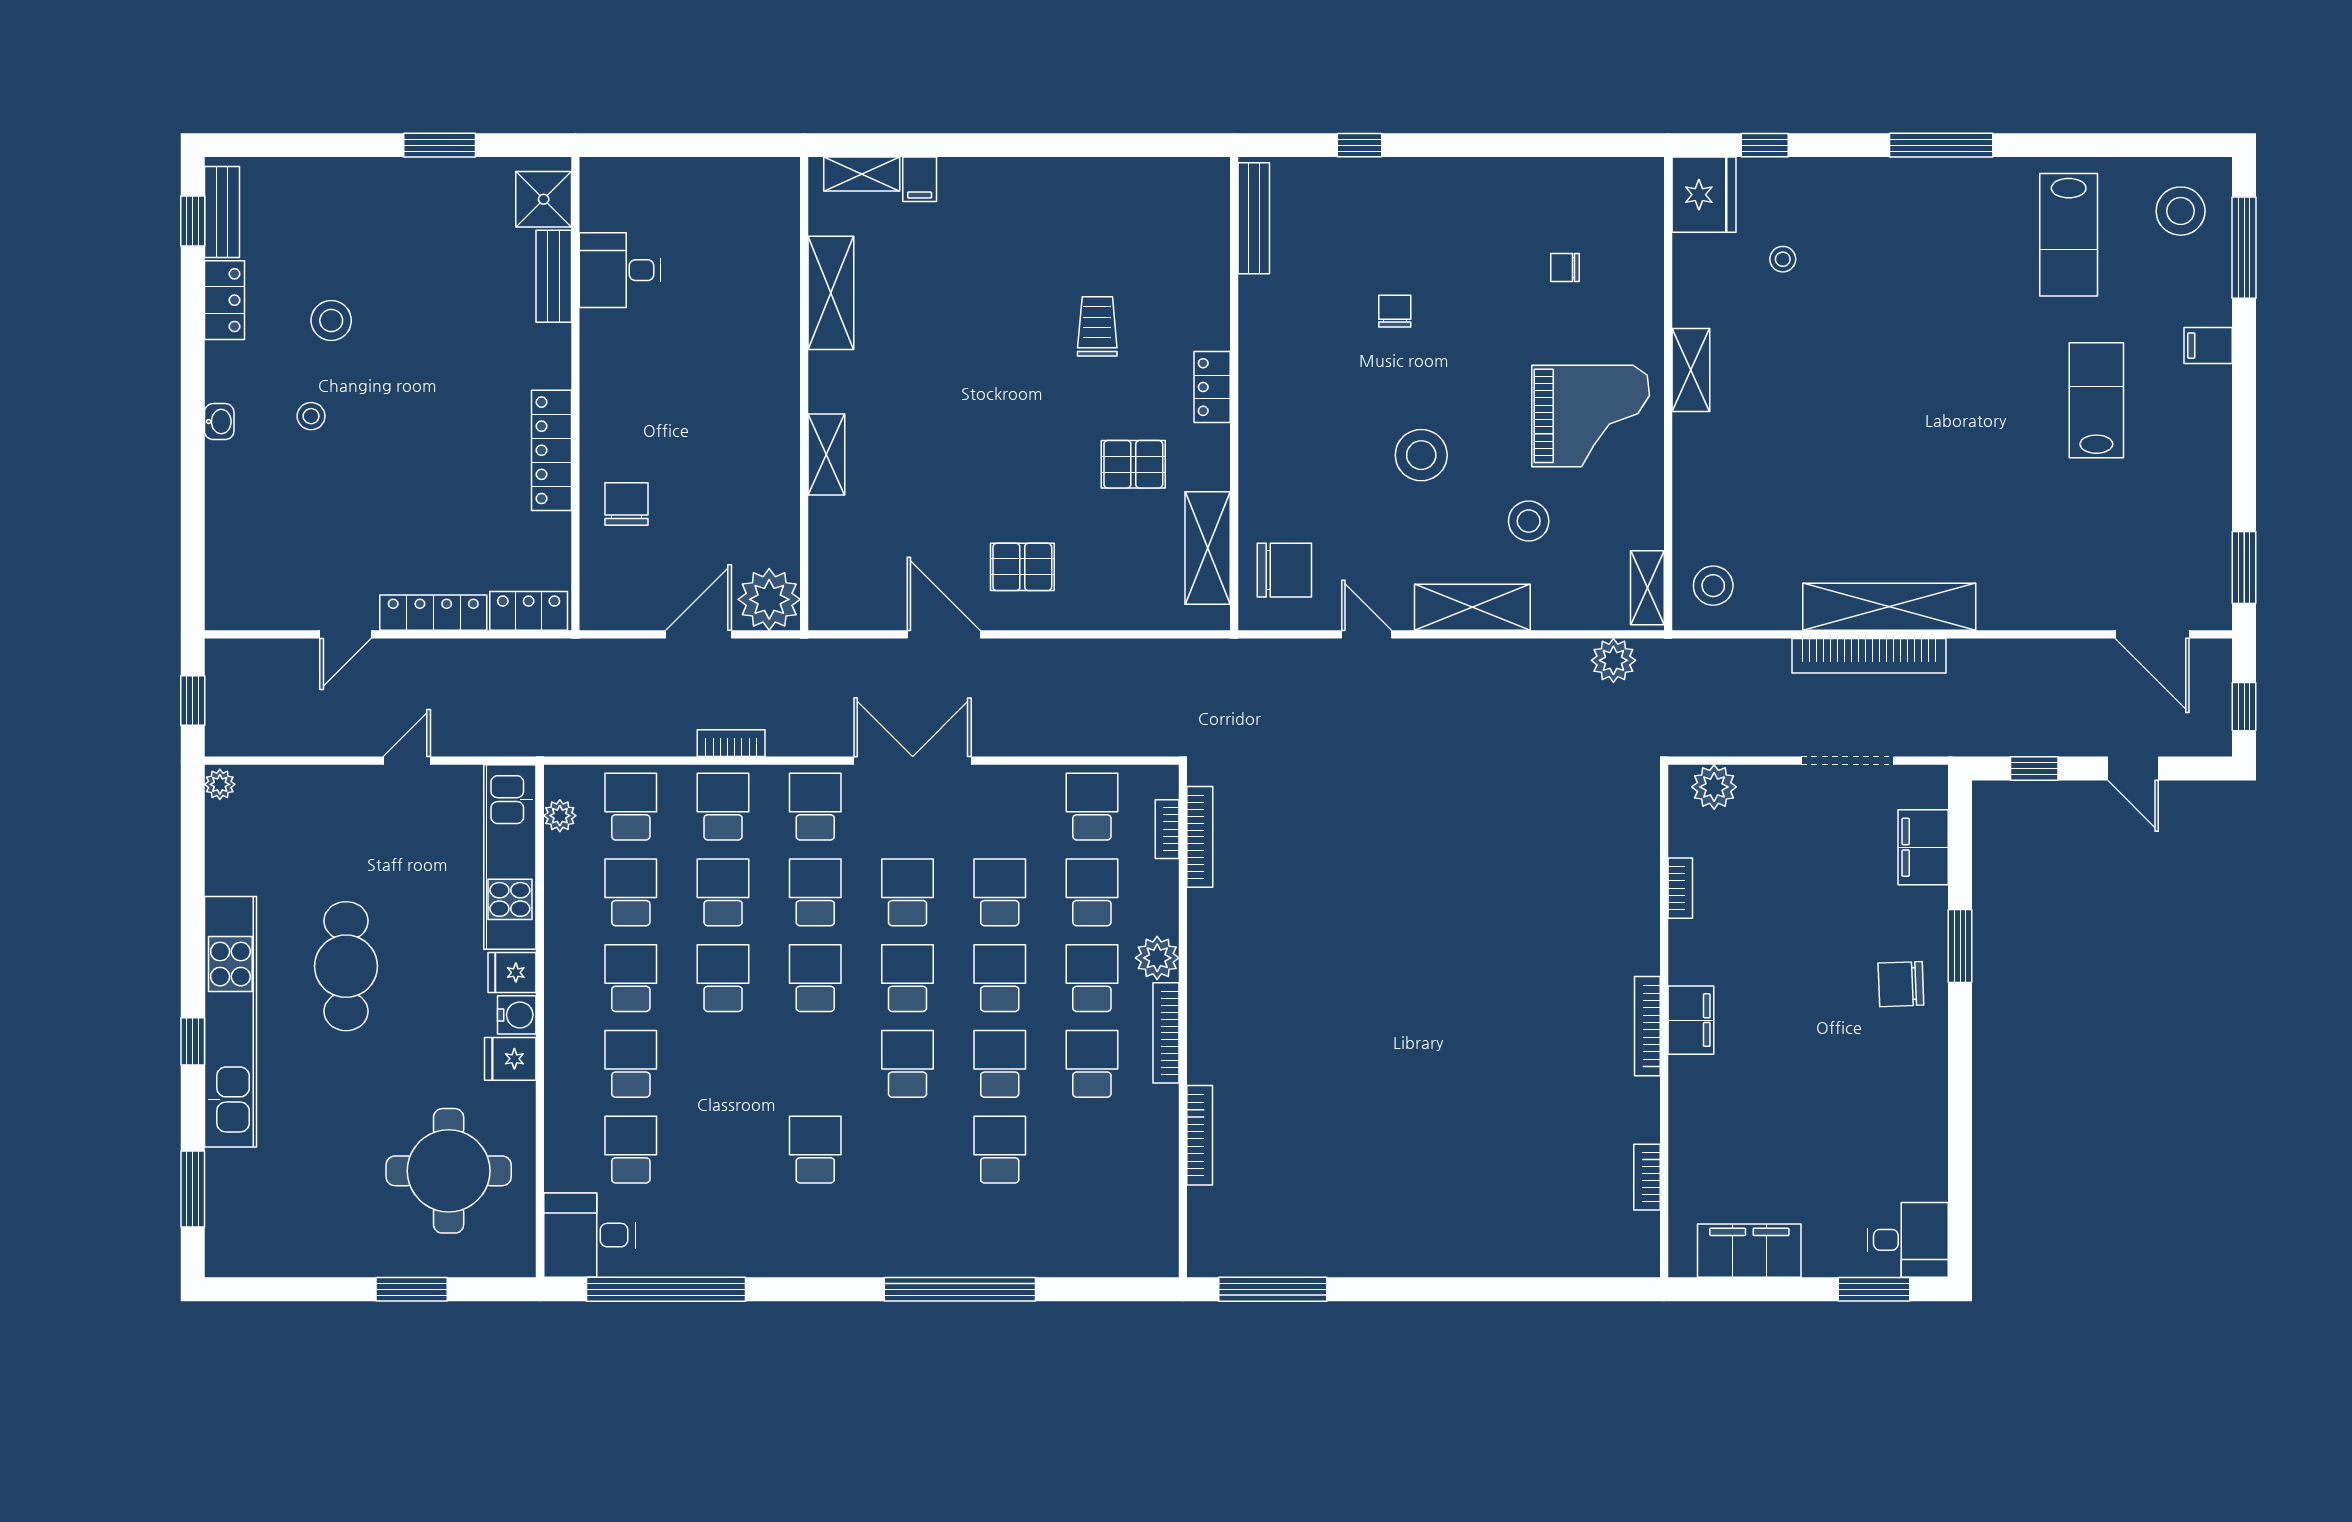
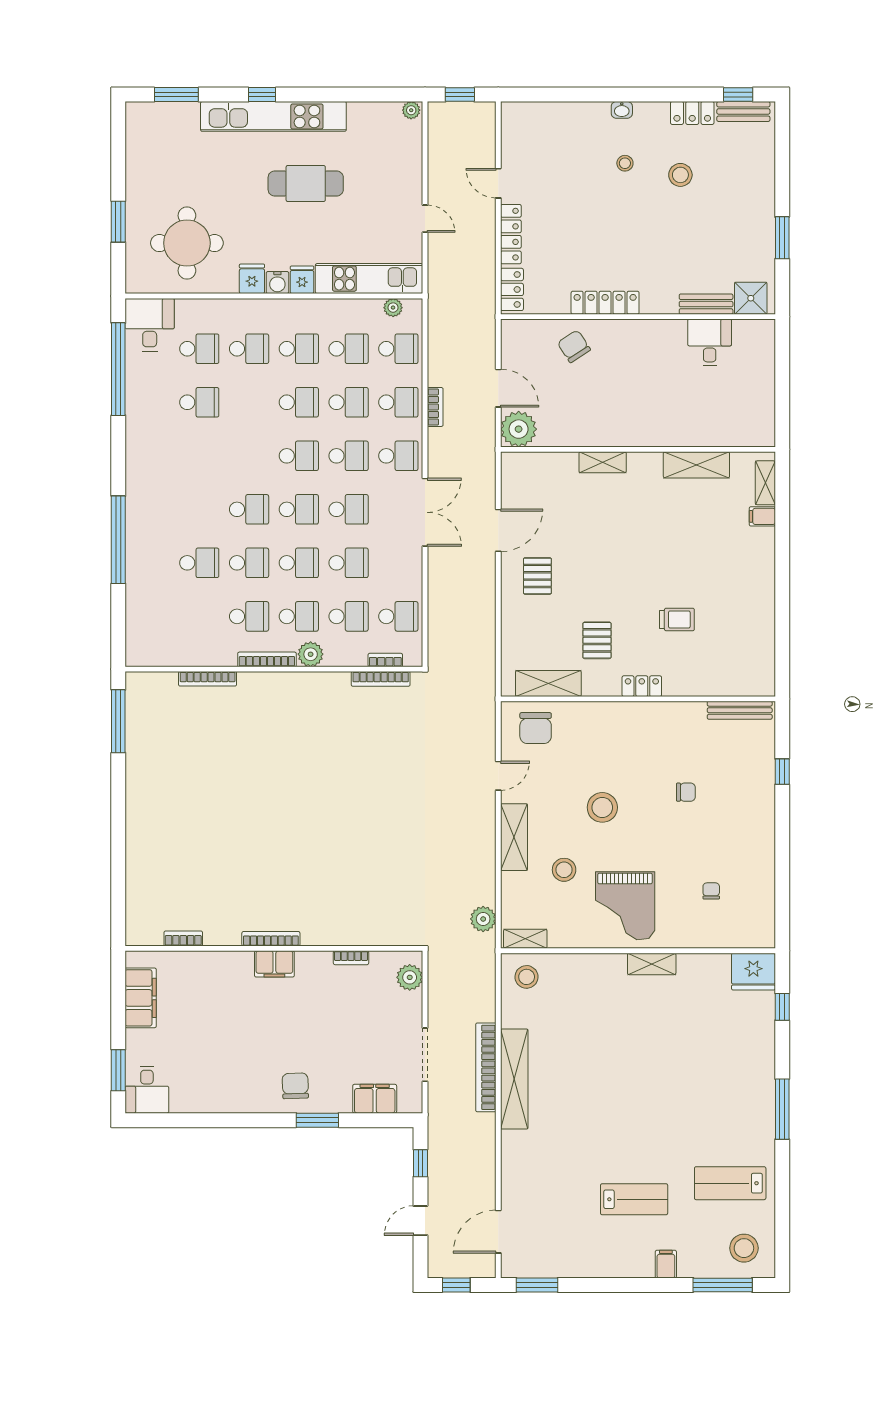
stool: (1783, 259) -> (716, 1017), removed
chair: (627, 504) -> (574, 346), turned -123
school desk: (815, 1150) -> (199, 402), moved

